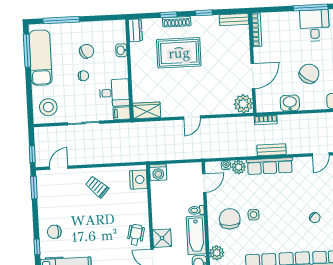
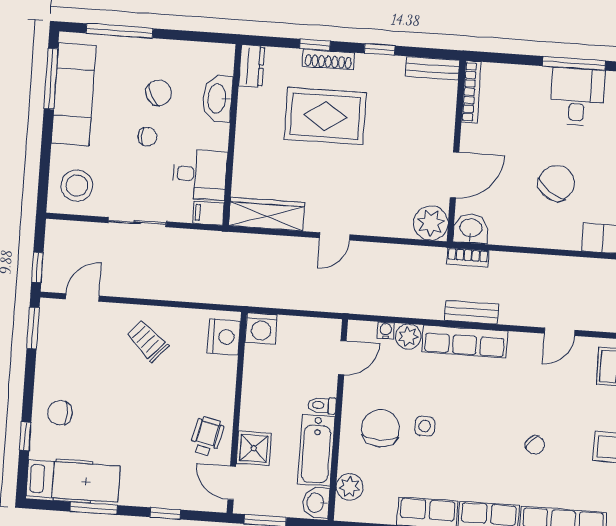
washbasin: (121, 50) -> (217, 99), width x1.91, depth x1.45
washbasin: (290, 103) -> (471, 229), moved
wardrobe: (147, 110) -> (267, 214), width x1.50

